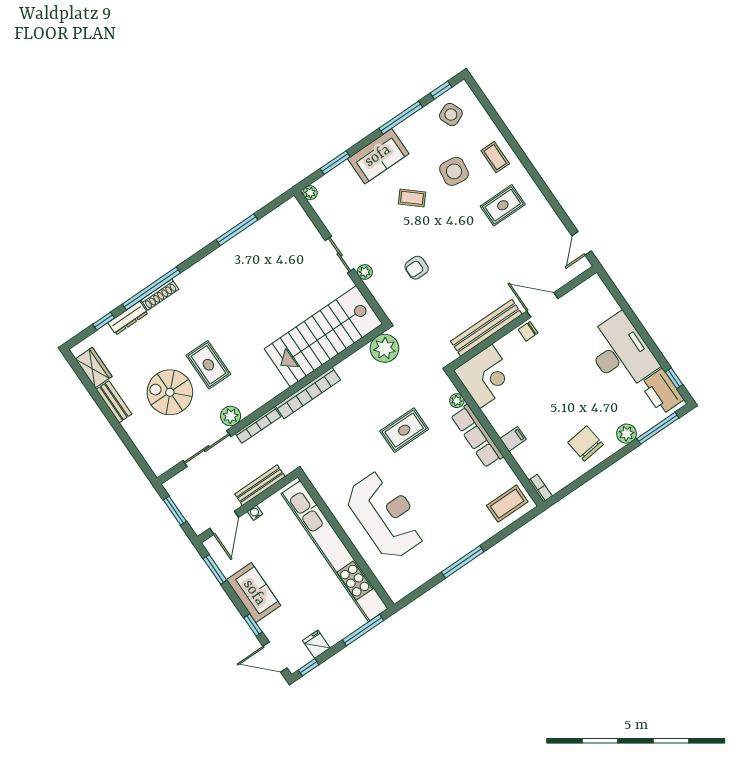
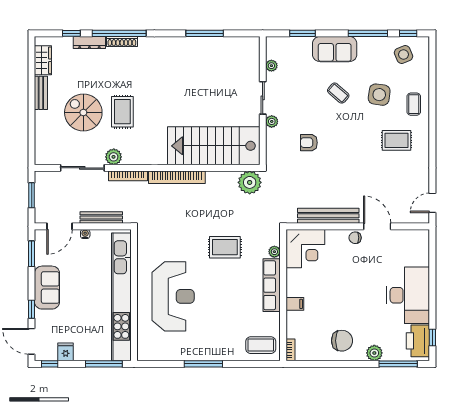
plant: (310, 193) -> (271, 66), moved
chair: (586, 443) -> (342, 341), turned 97

